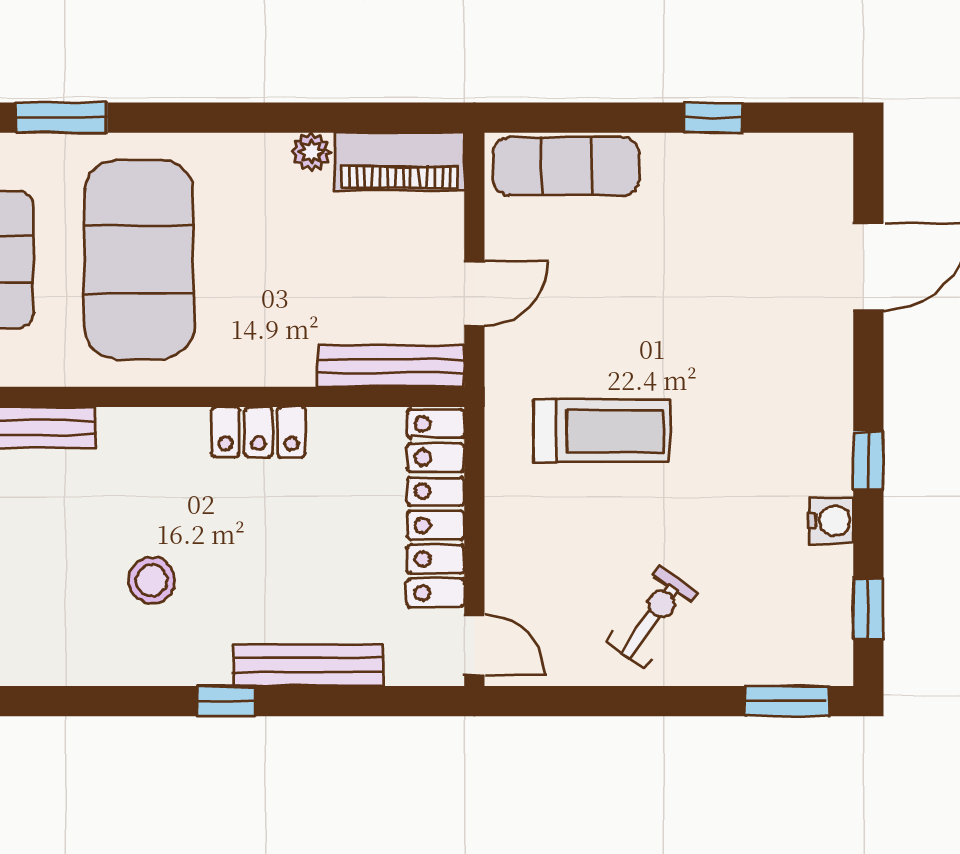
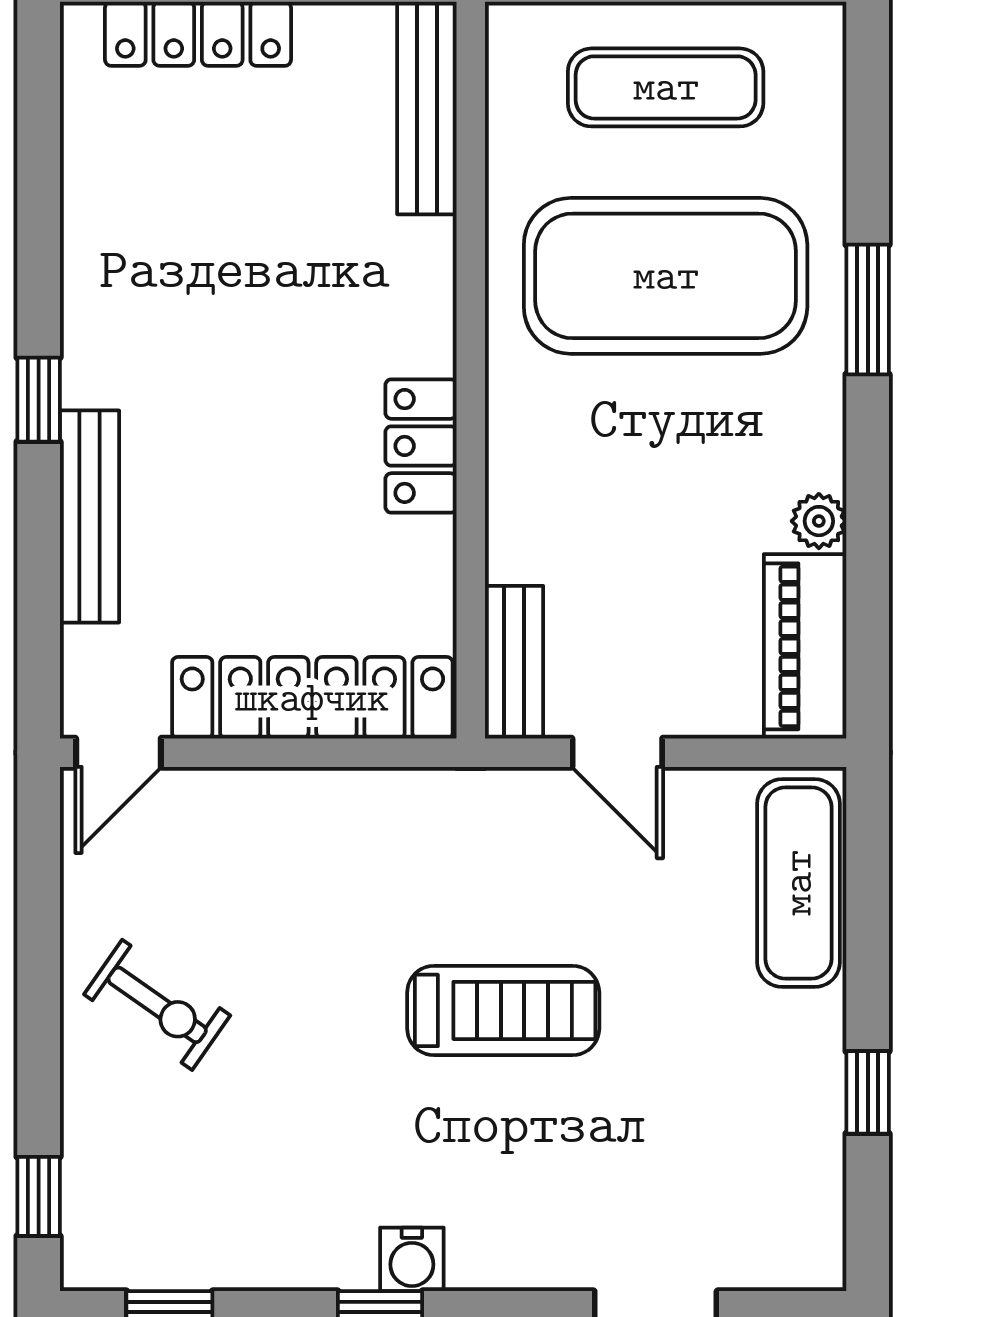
window: (61, 118) -> (868, 309), moved
bench: (391, 366) -> (514, 662), width x0.73
treadmill: (602, 431) -> (503, 1010), moved, turned -90
water cooler: (831, 521) -> (412, 1259), moved
stool: (152, 580) -> (210, 294), removed
window: (787, 701) -> (39, 1196), width x0.67

